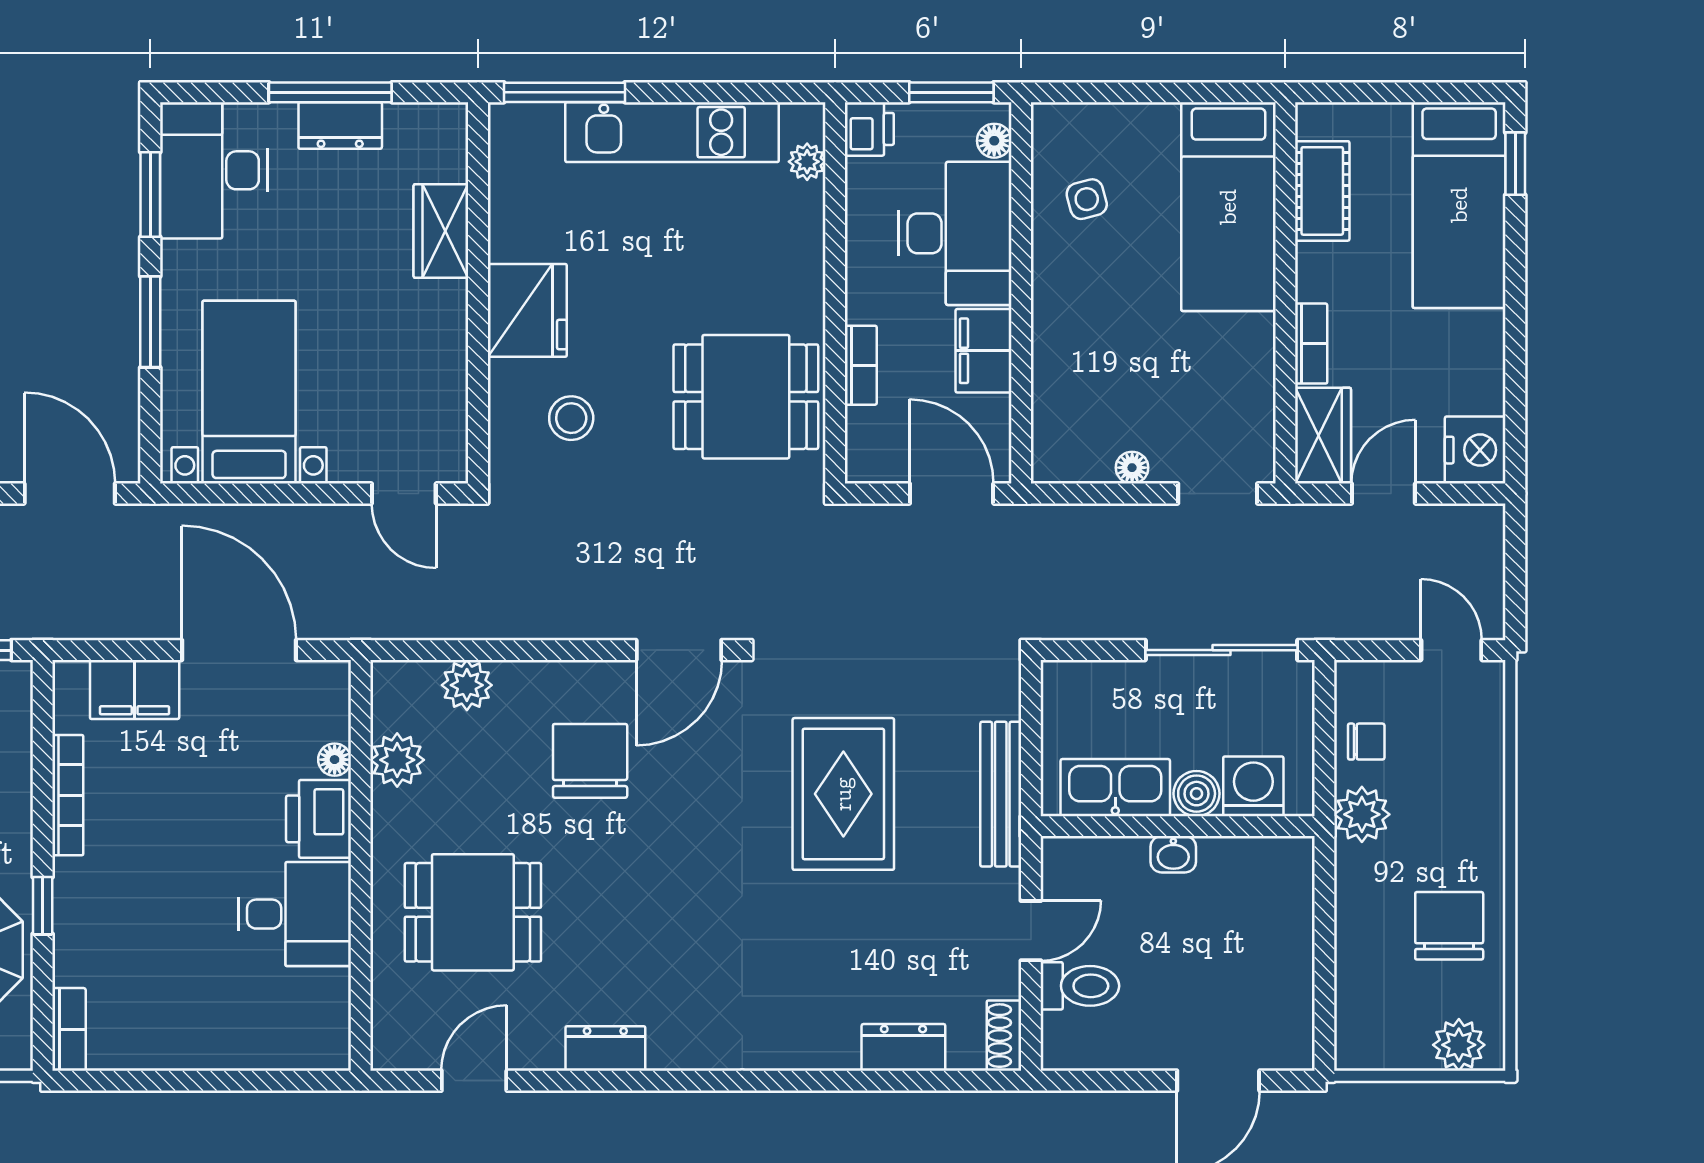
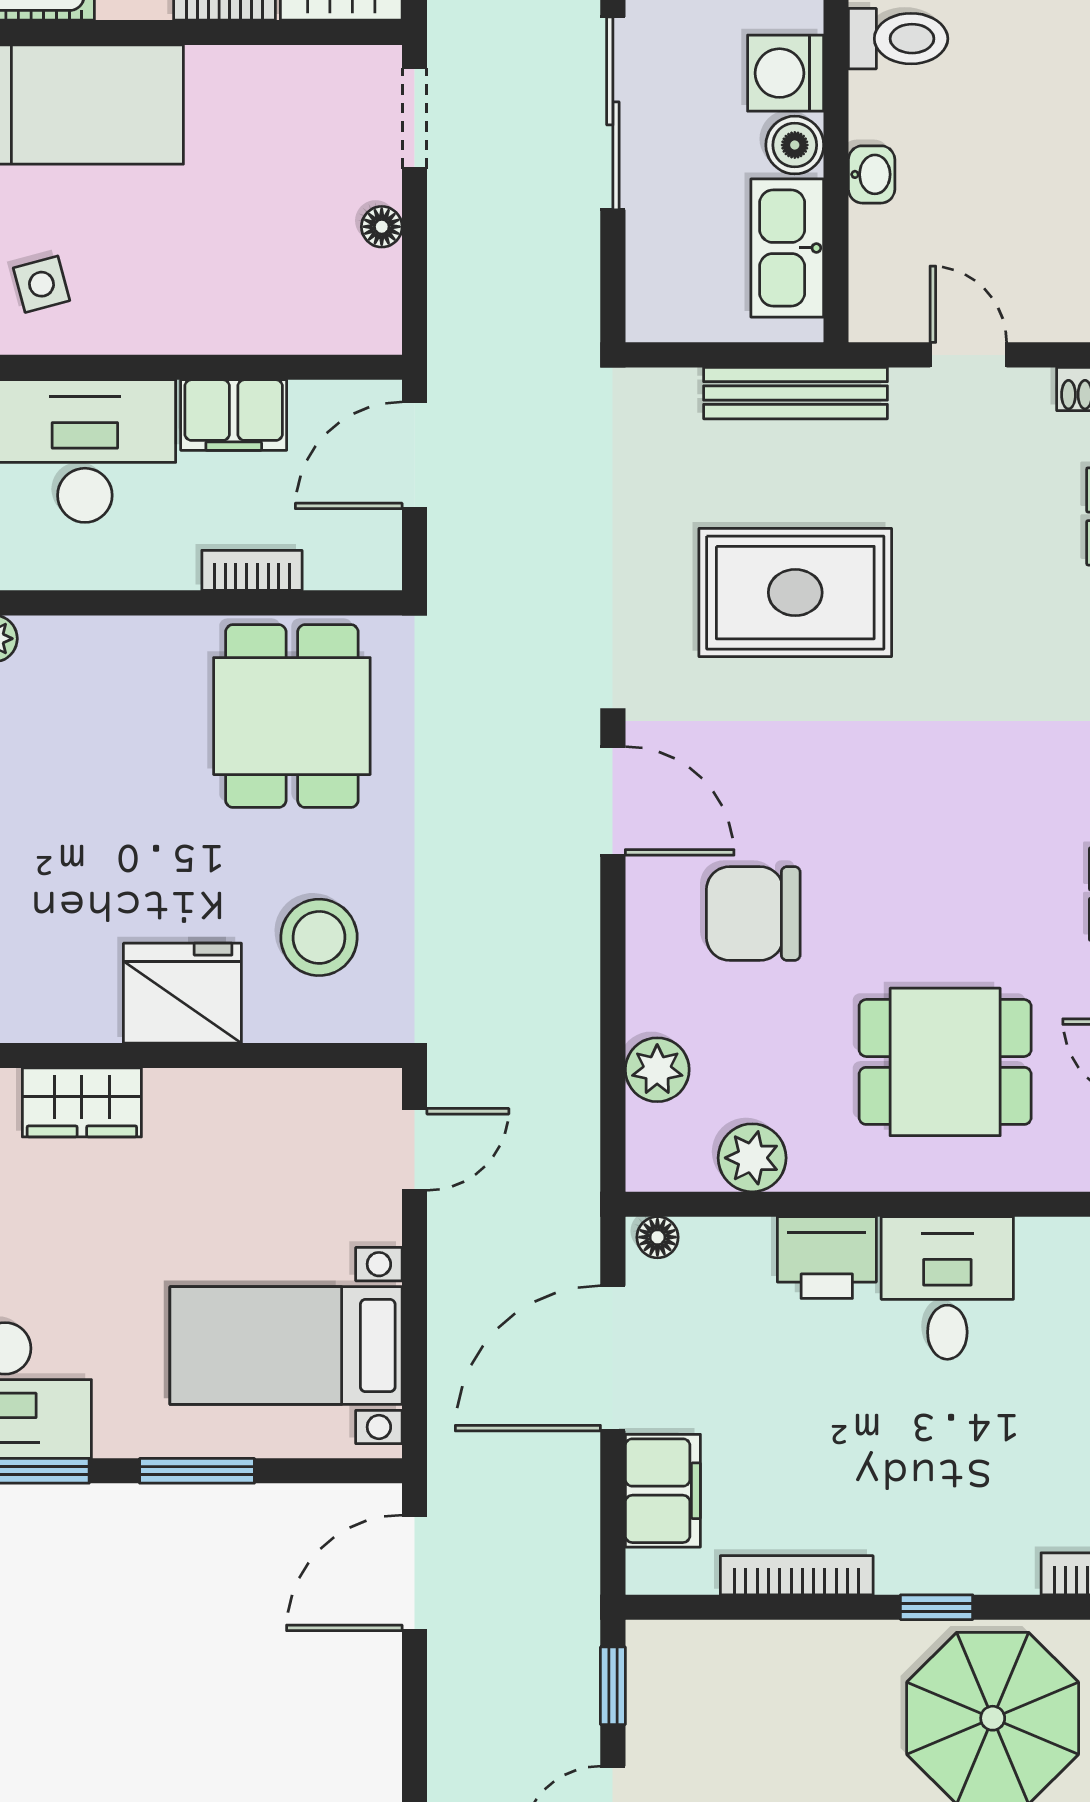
stool: (571, 418) -> (319, 937), width x1.38, depth x1.38
floor lamp: (335, 760) -> (657, 1237), moved
dining table: (473, 912) -> (945, 1062), turned 90
toilet: (1080, 986) -> (898, 39), moved, turned 90

